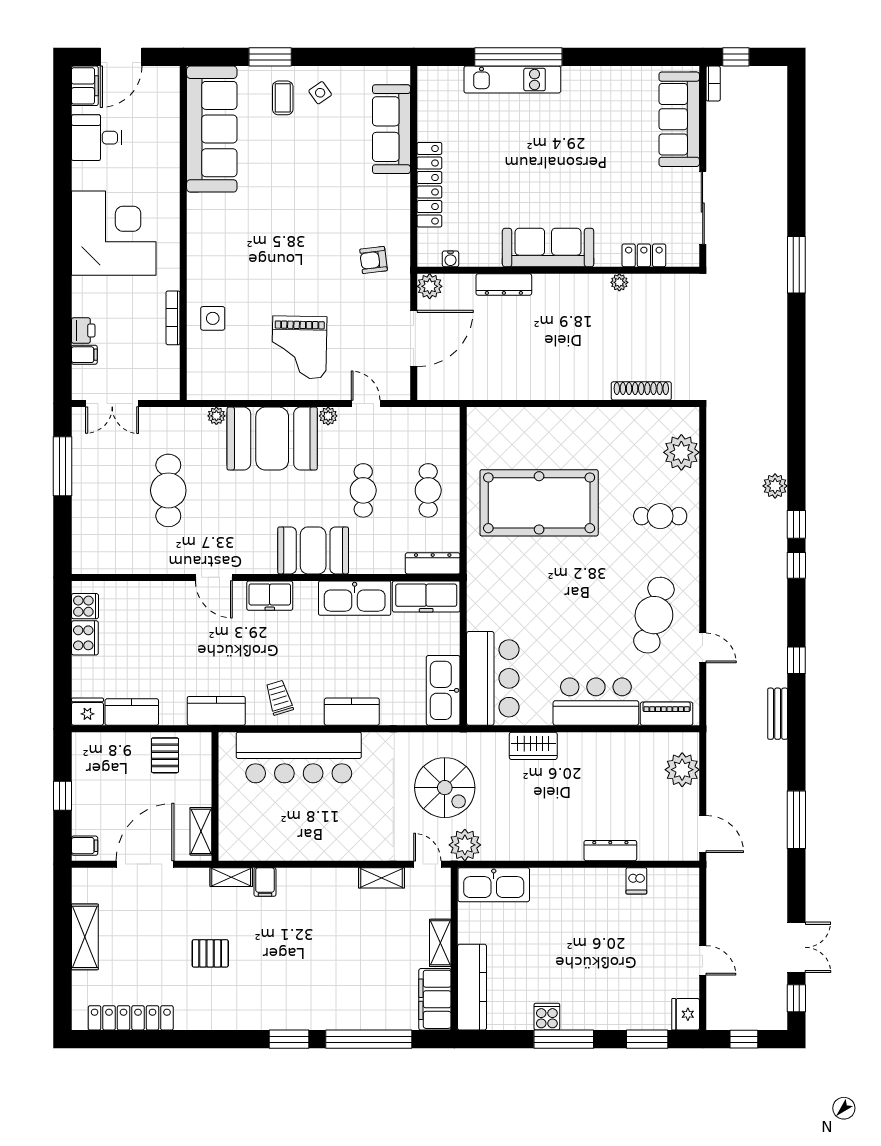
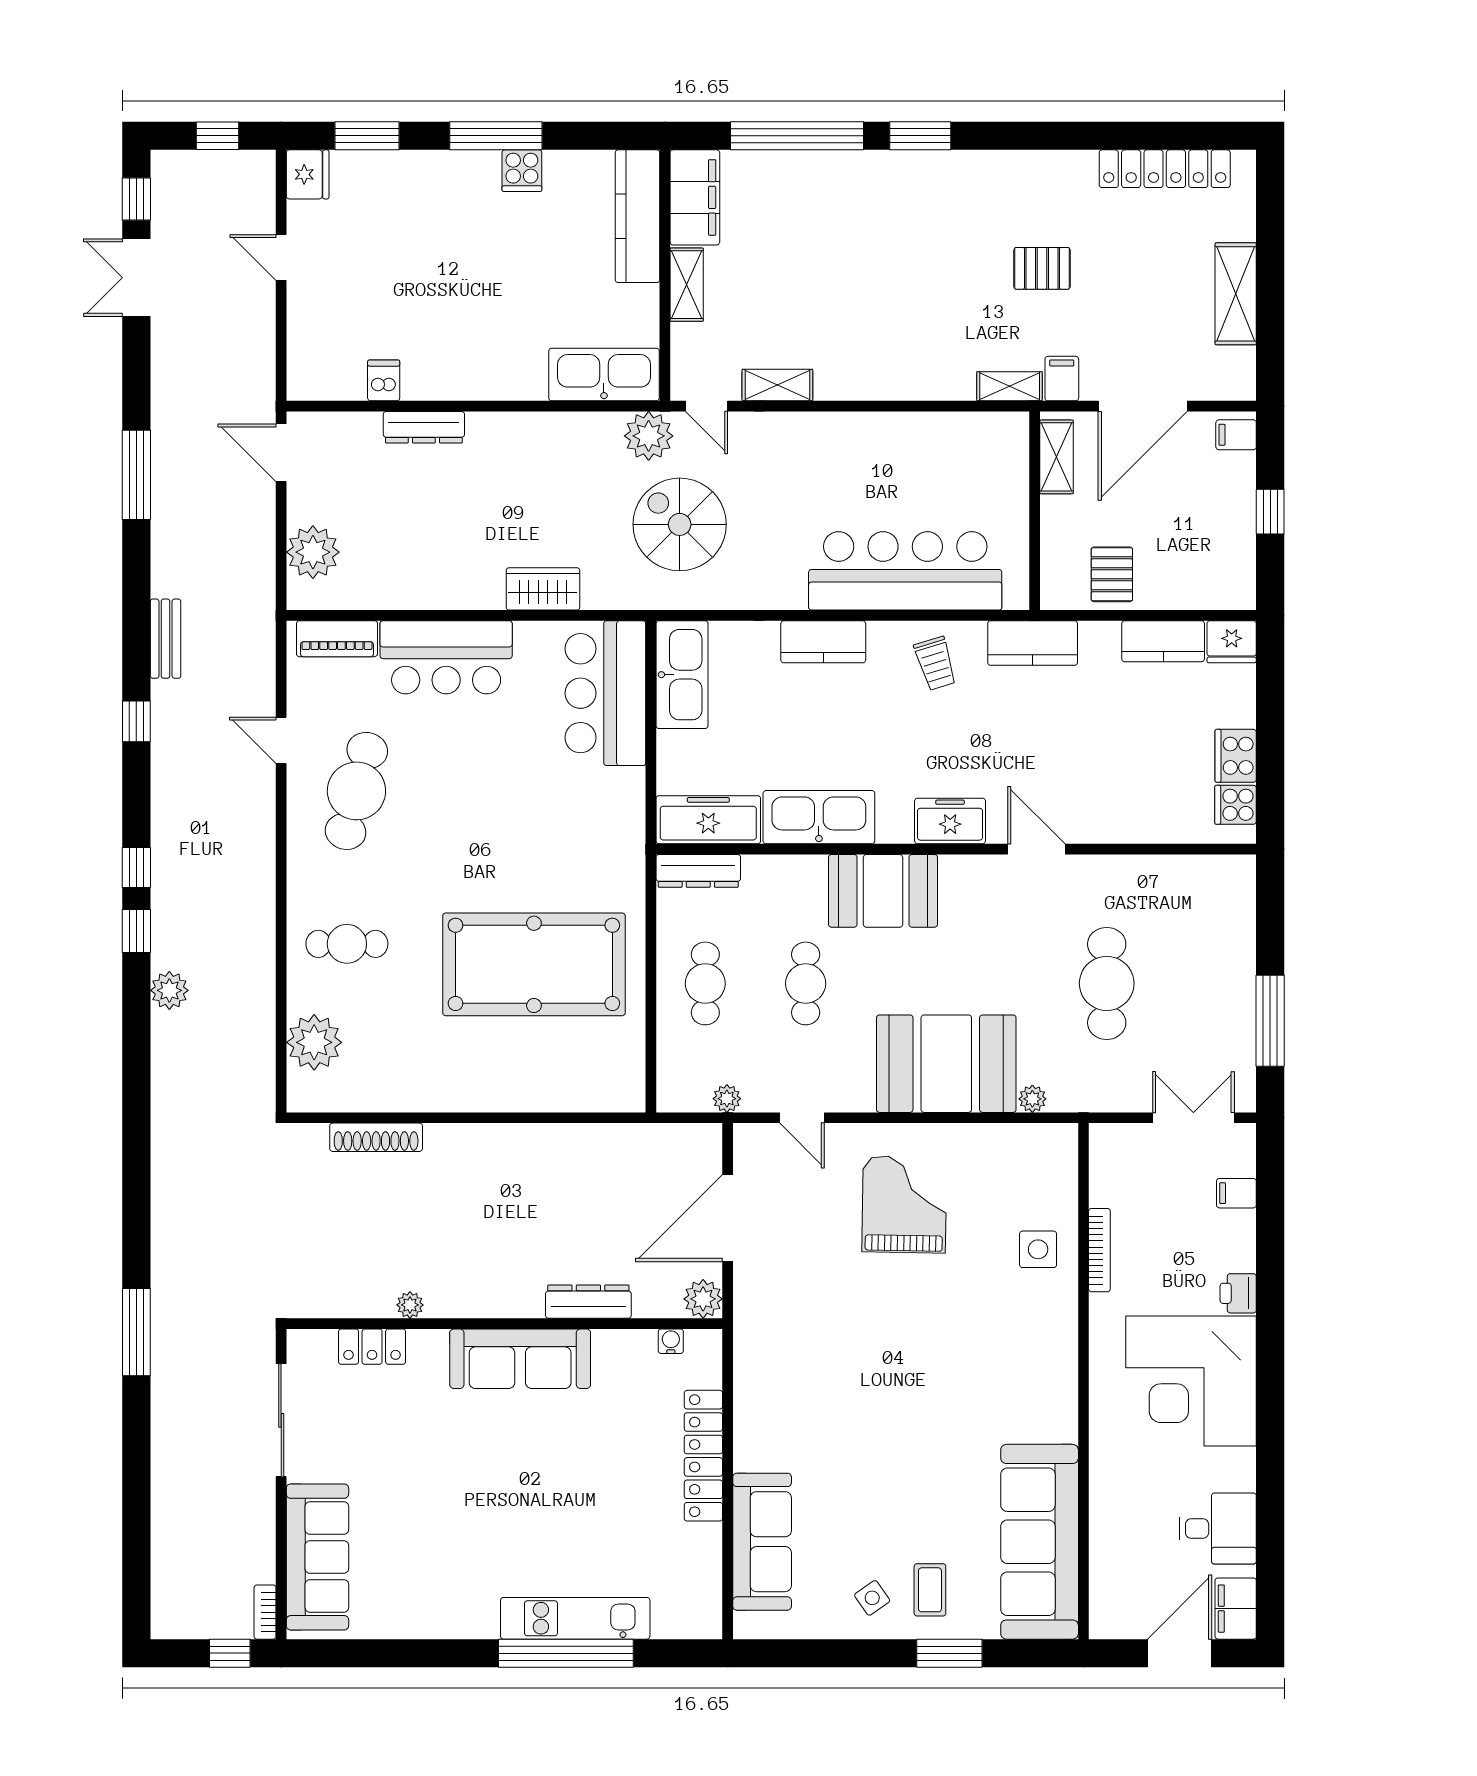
armchair: (373, 260) -> (790, 1340), removed
printer: (83, 331) -> (1238, 1293), moved
plant: (328, 416) -> (727, 1099), moved
filing cabinet: (265, 882) -> (1062, 379), moved

